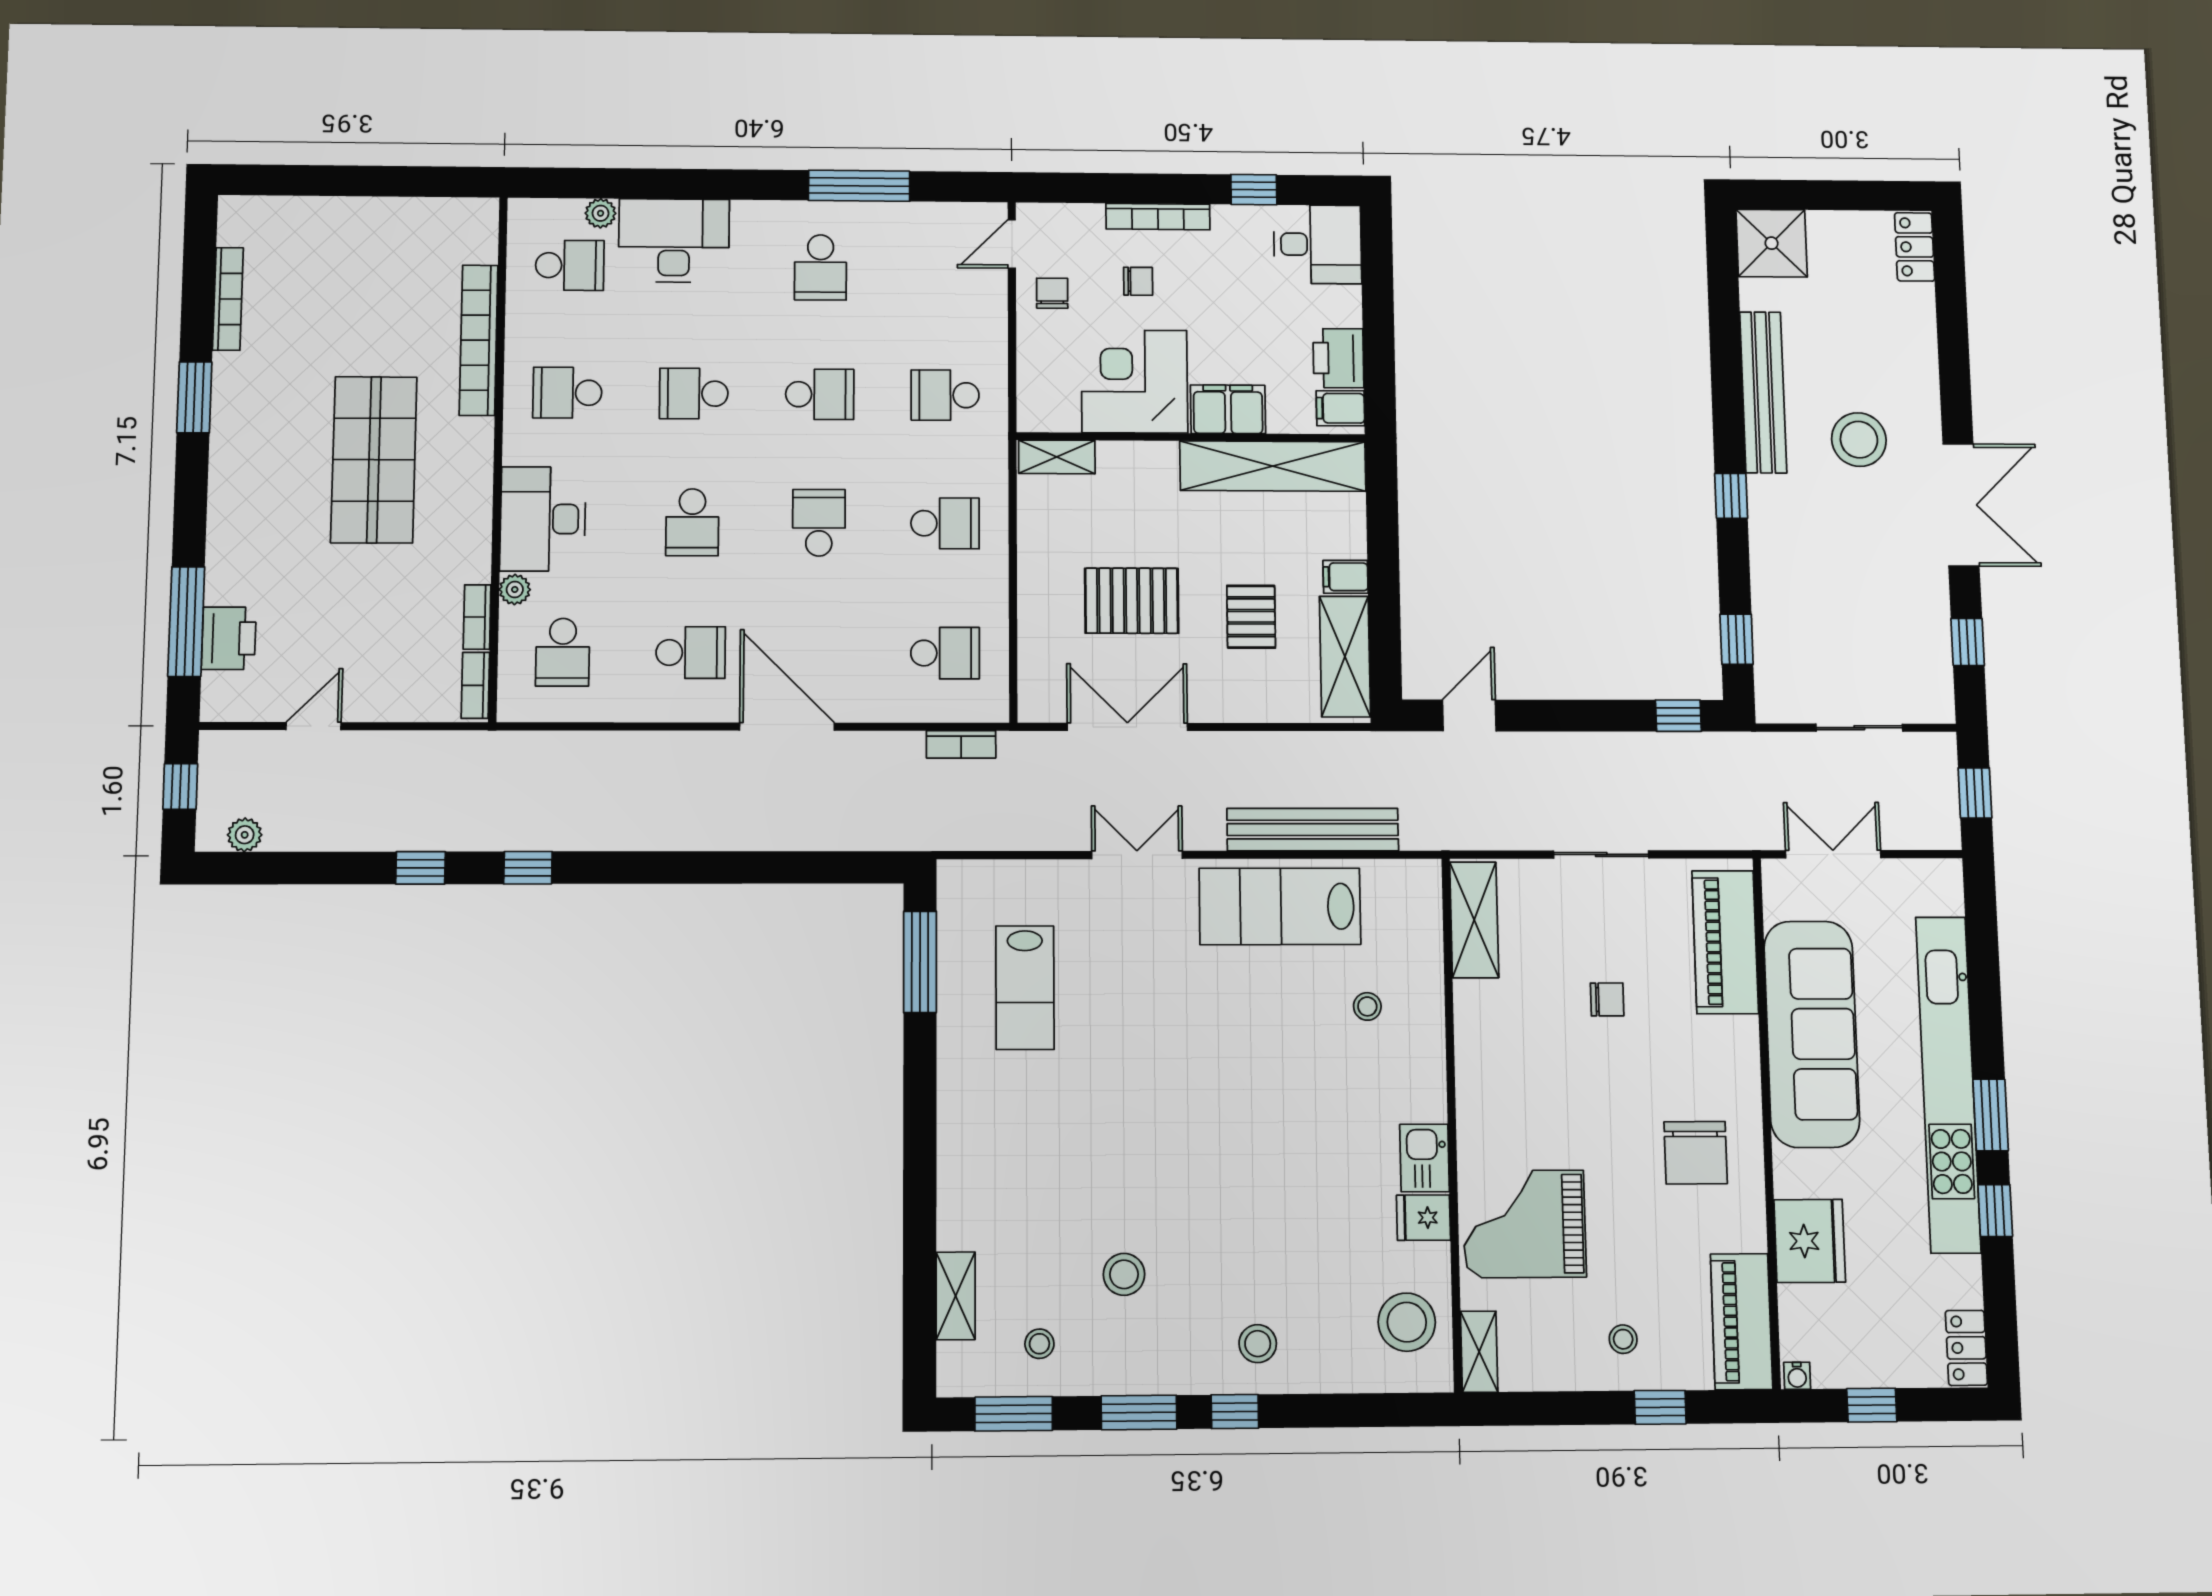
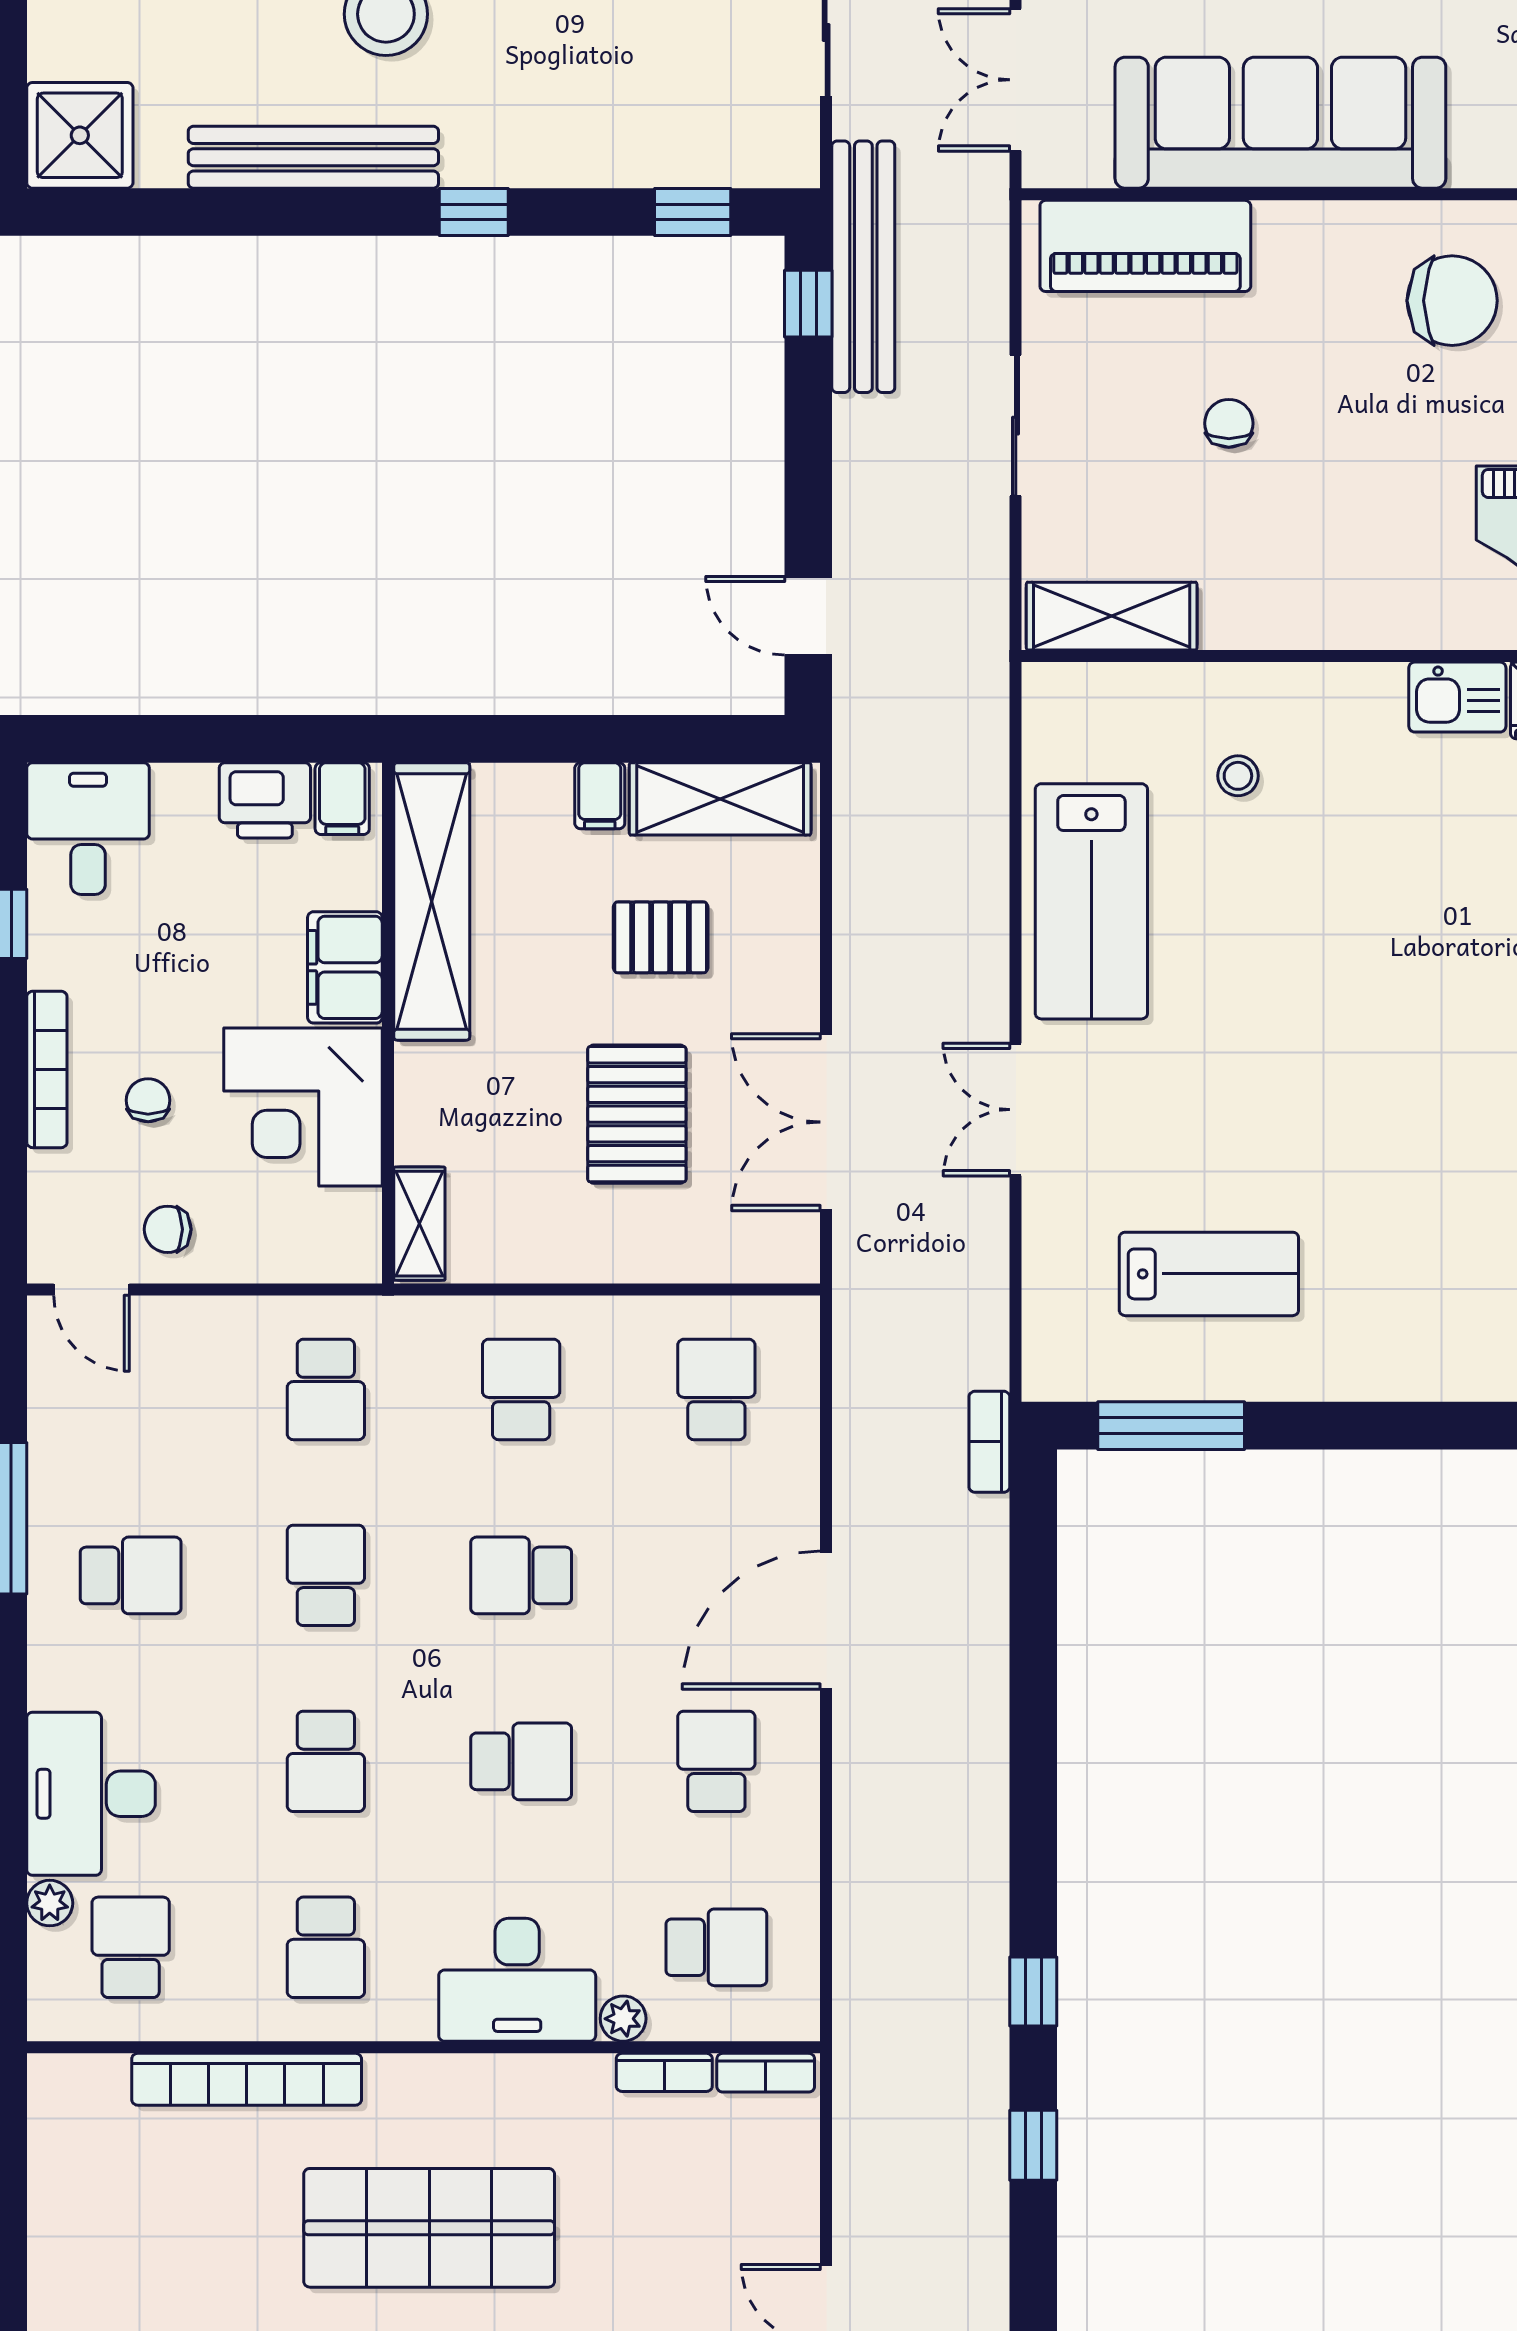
bookcase: (961, 744) -> (989, 1442), moved, turned 180
bench: (1313, 830) -> (863, 267), moved

